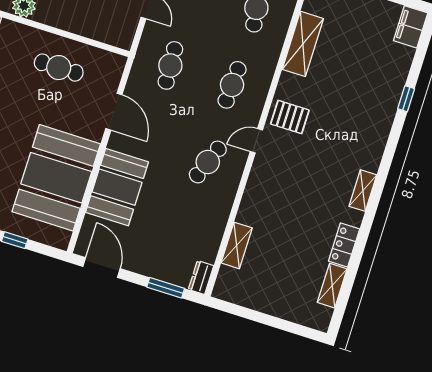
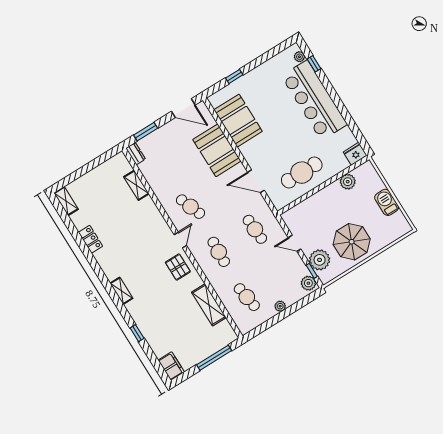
cafe table: (59, 68) -> (302, 173), width x1.37, depth x1.35
pallet: (290, 117) -> (178, 267), turned 90
cafe table: (208, 162) -> (191, 207), turned -42
booth: (56, 178) -> (238, 121), width x0.73, depth x0.70
shelving: (363, 191) -> (121, 291), moved
shelving: (332, 286) -> (66, 201), moved

